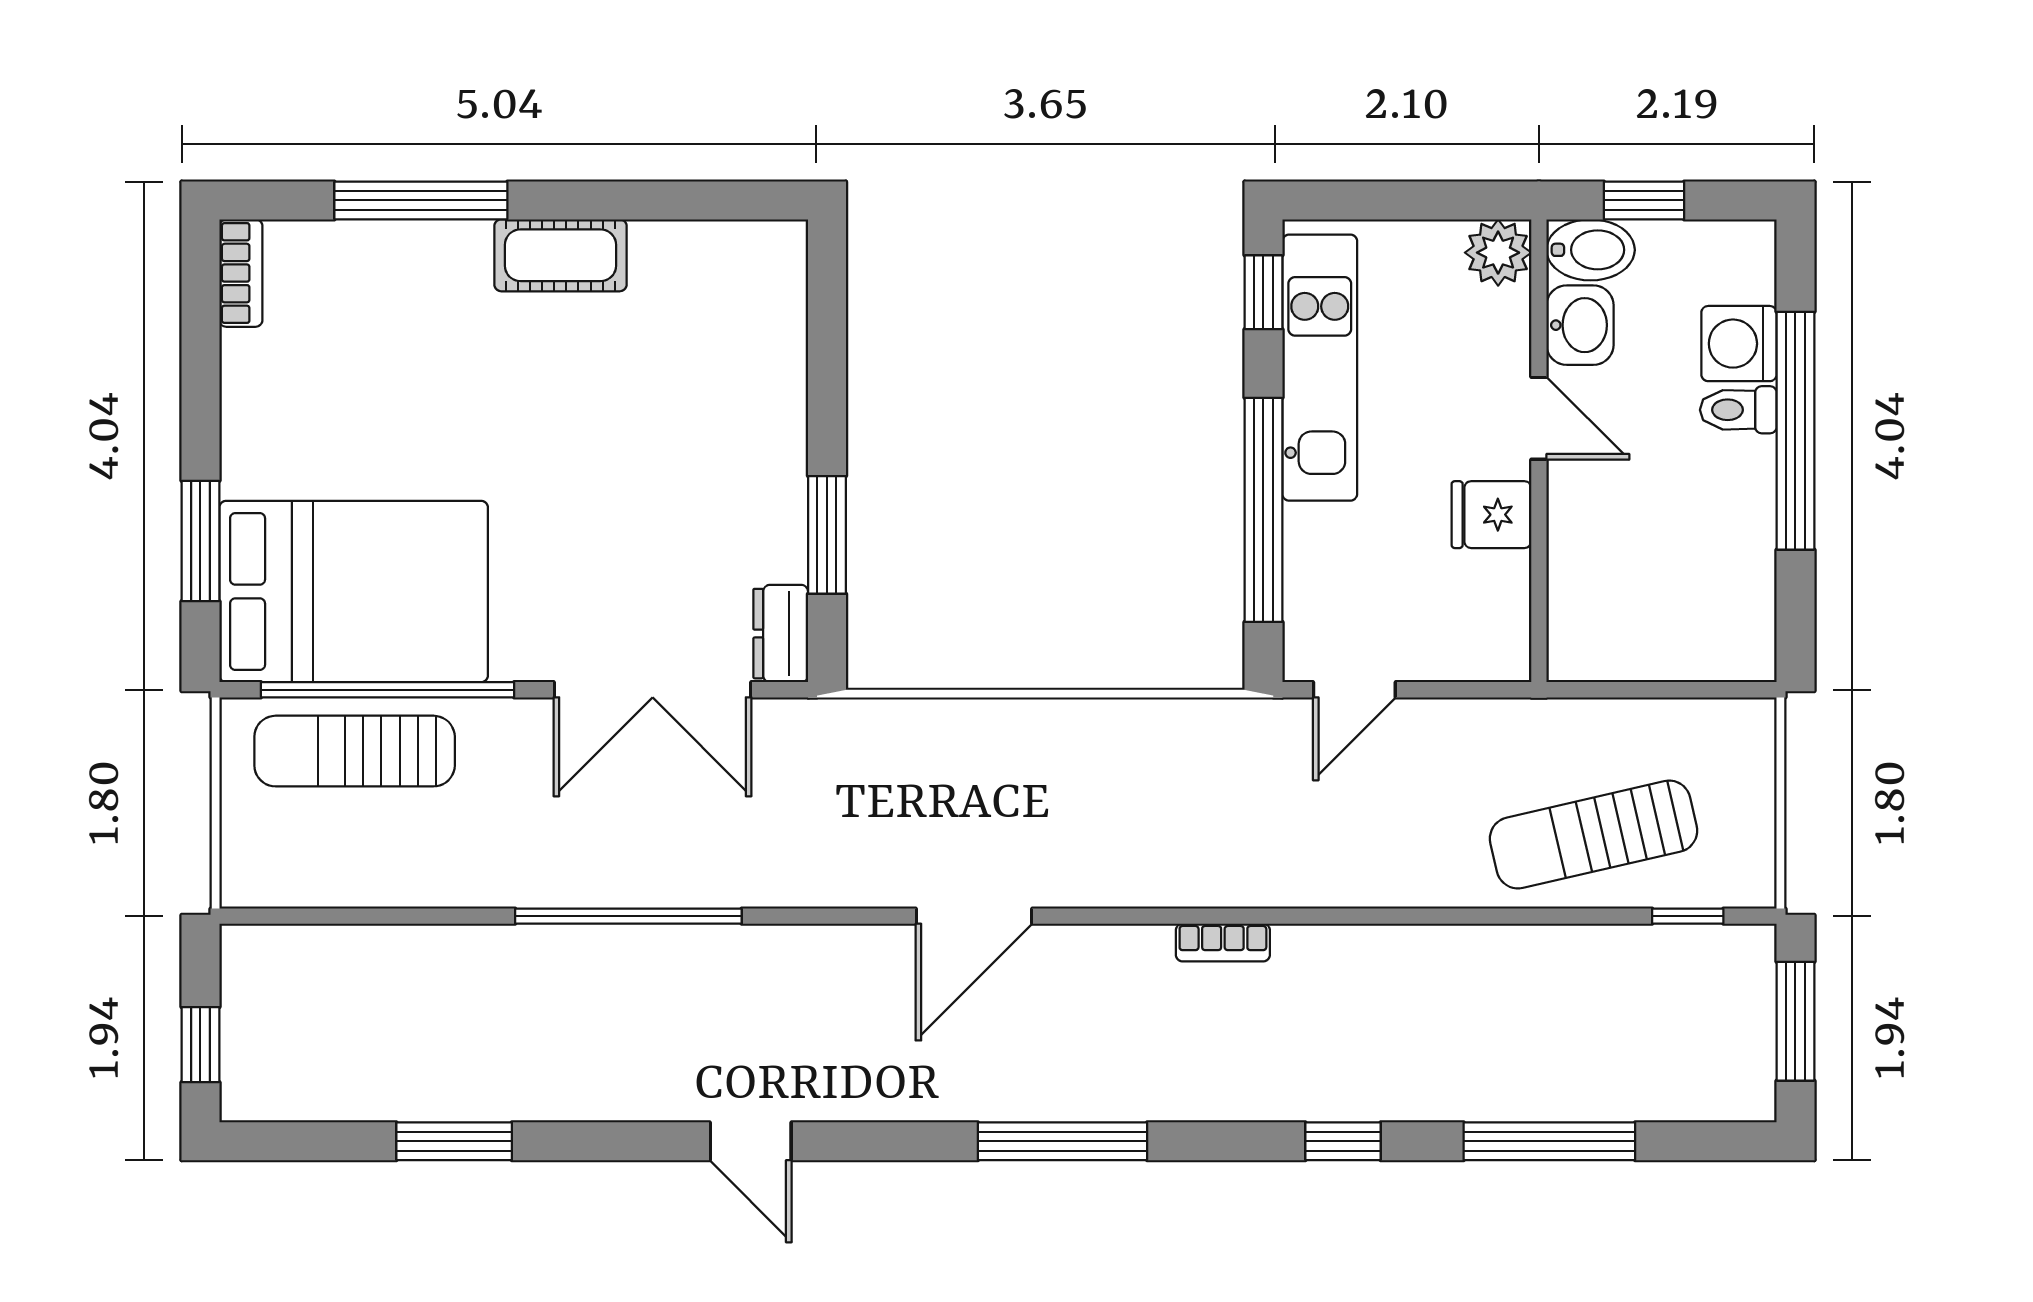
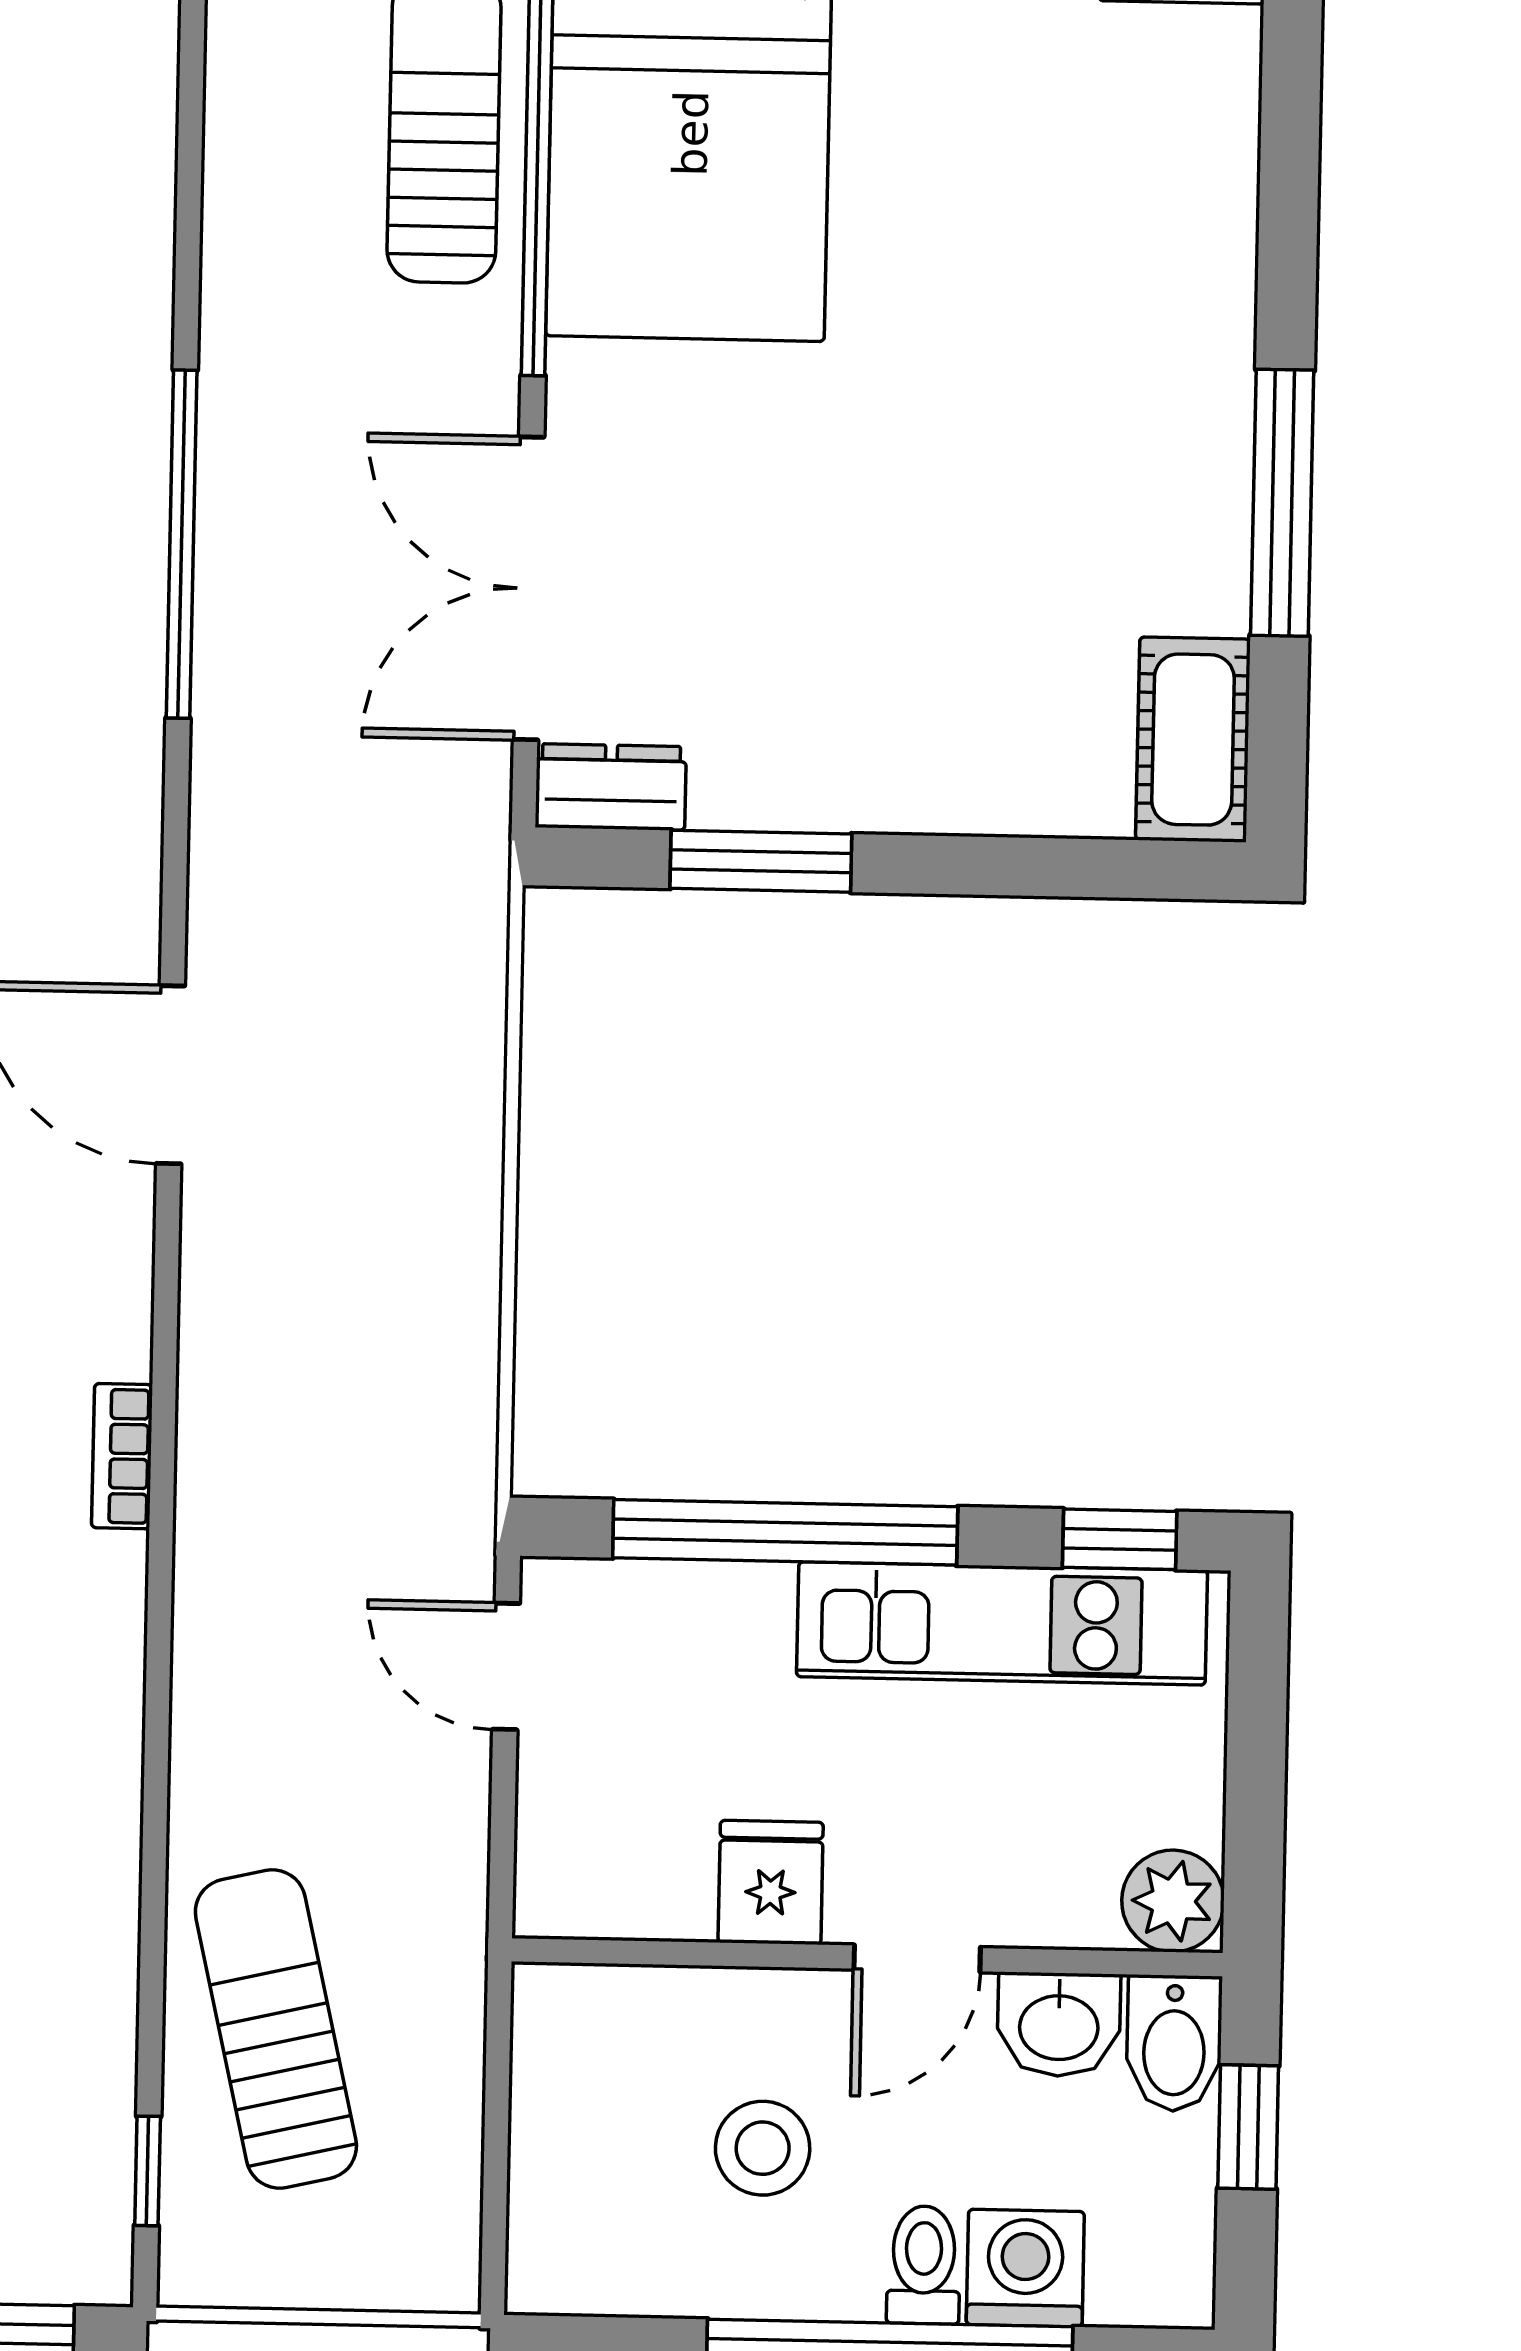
window: (421, 200) -> (1282, 503), moved
cot: (560, 255) -> (1193, 740), moved
stool: (1664, 516) -> (763, 2148), added

